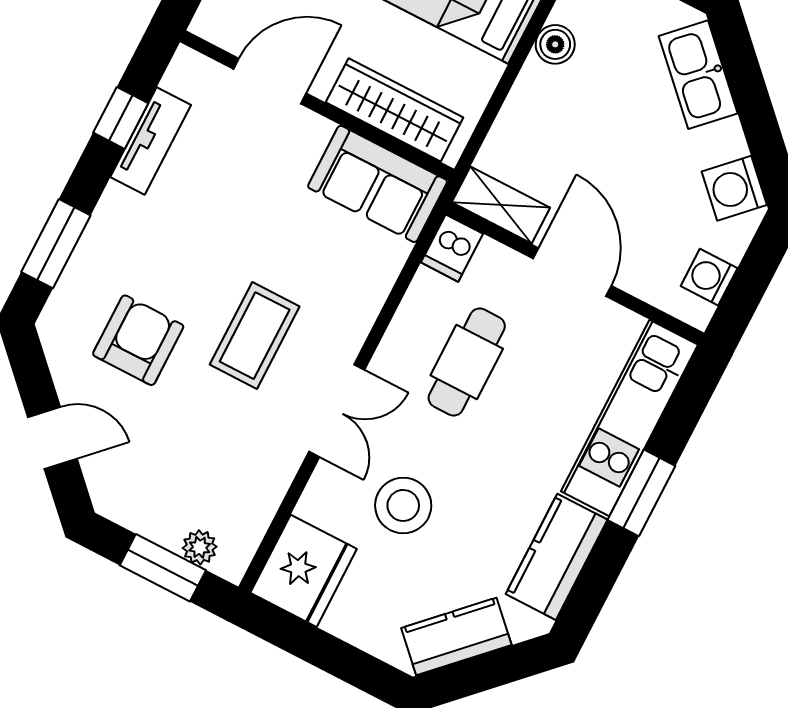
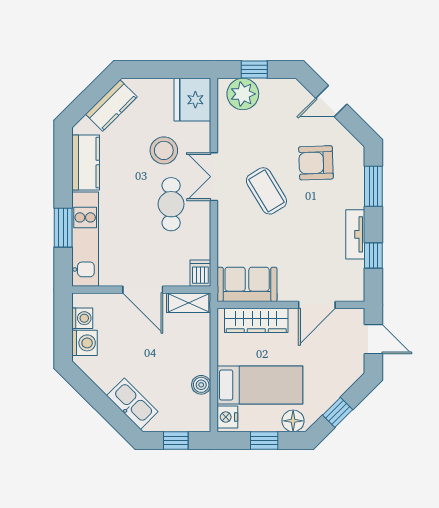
tv unit: (151, 141) -> (355, 234), moved
washing machine: (734, 188) -> (85, 343), moved, turned 45
coffee table: (255, 336) -> (266, 191), turned -31
armchair: (138, 340) -> (316, 163), turned 88
cafe table: (467, 362) -> (171, 204), moved
window: (641, 493) -> (63, 228), moved
plant: (200, 547) -> (243, 94), width x1.87, depth x1.87
window: (163, 568) -> (254, 69), width x0.67

